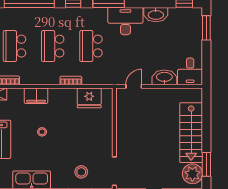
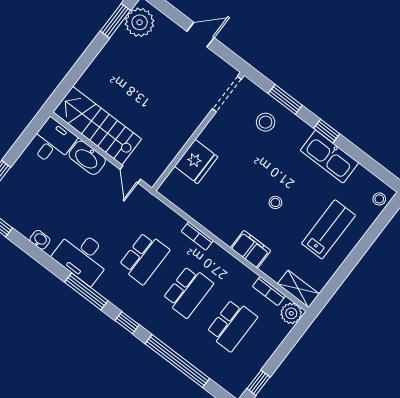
washbasin: (156, 15) -> (40, 240), width x0.52, depth x0.69
door: (134, 86) -> (130, 174), hinge flipped
fridge: (89, 98) -> (196, 162), moved, turned 90
stairs: (191, 133) -> (97, 125), moved, turned -90

